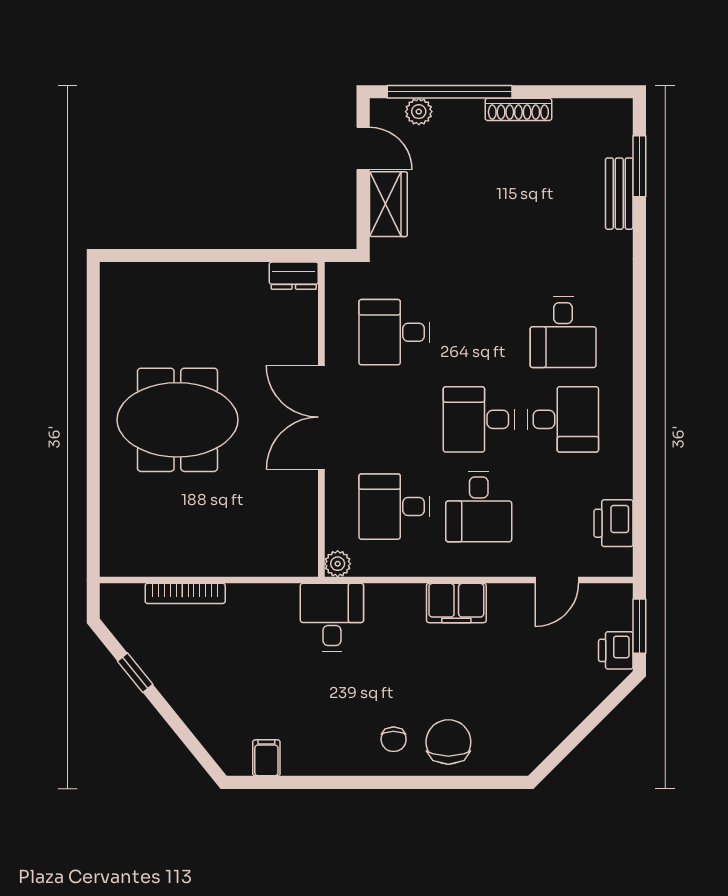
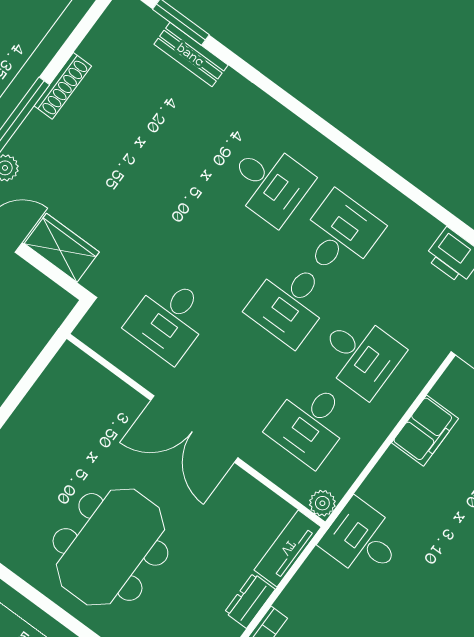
dresser: (294, 276) -> (250, 601), moved, turned 180
tv unit: (281, 563) -> (288, 548), added

